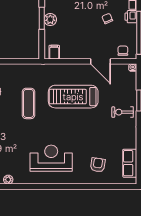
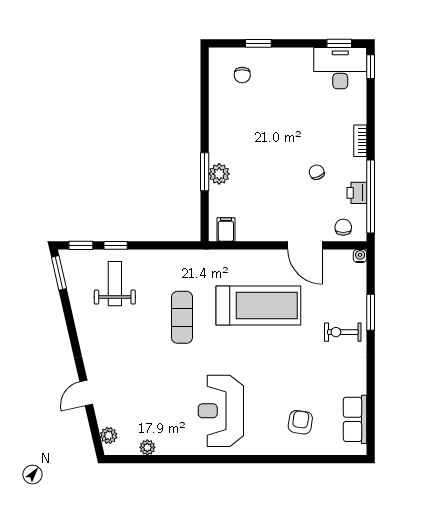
printer: (131, 17) -> (357, 193), moved
treadmill: (73, 97) -> (258, 306), turned 180
reception desk: (51, 158) -> (221, 411), turned -90

